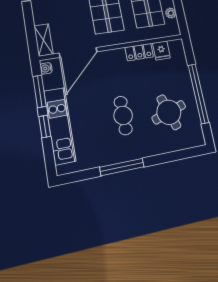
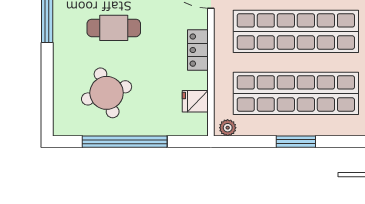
plant: (171, 13) -> (228, 128), moved
locker: (139, 52) -> (198, 50), moved

